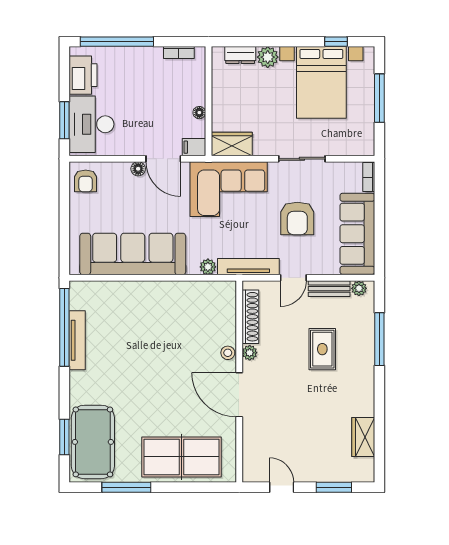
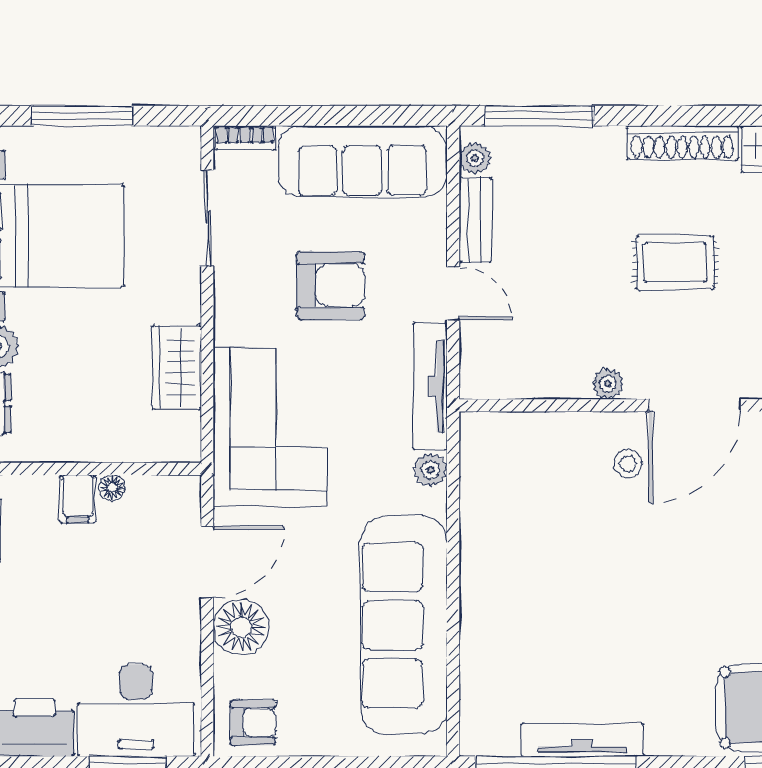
wardrobe: (232, 144) -> (177, 367), moved
filing cabinet: (194, 147) -> (78, 499), moved
sliding door: (302, 159) -> (207, 218), moved
floor lamp: (138, 169) -> (241, 627), width x1.89, depth x1.89
shoe rack: (250, 317) -> (682, 143), moved, turned 180
window: (379, 339) -> (539, 116), moved
rug: (322, 349) -> (675, 262), moved
stool: (228, 353) -> (628, 464), moved

